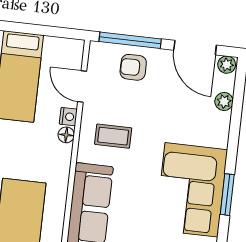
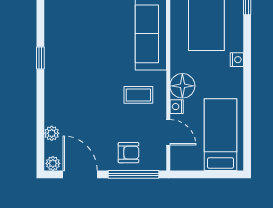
floor lamp: (66, 135) -> (182, 86), width x1.89, depth x1.89
corner sofa: (191, 190) -> (70, 59), removed
window: (227, 195) -> (40, 58), width x0.67

